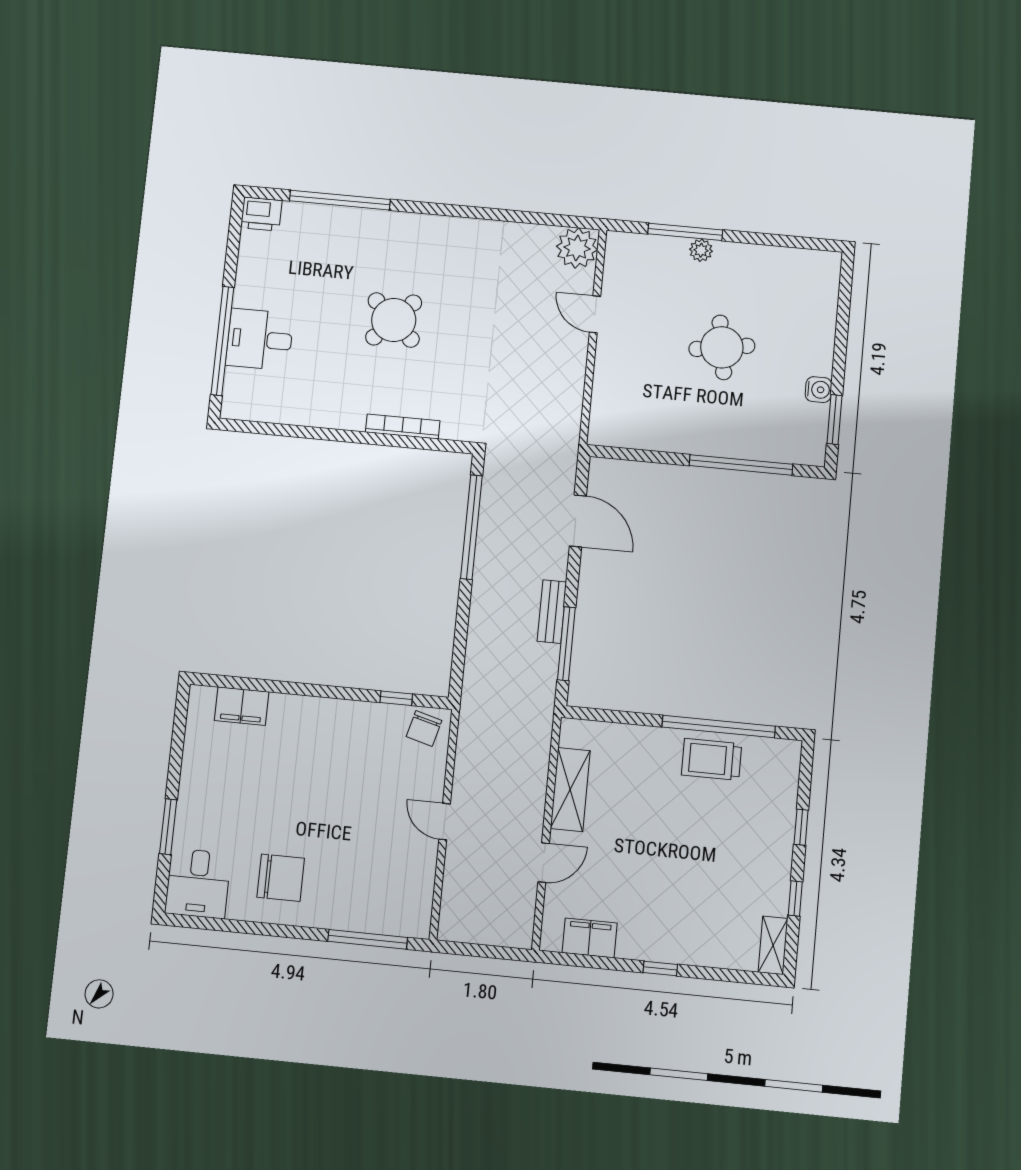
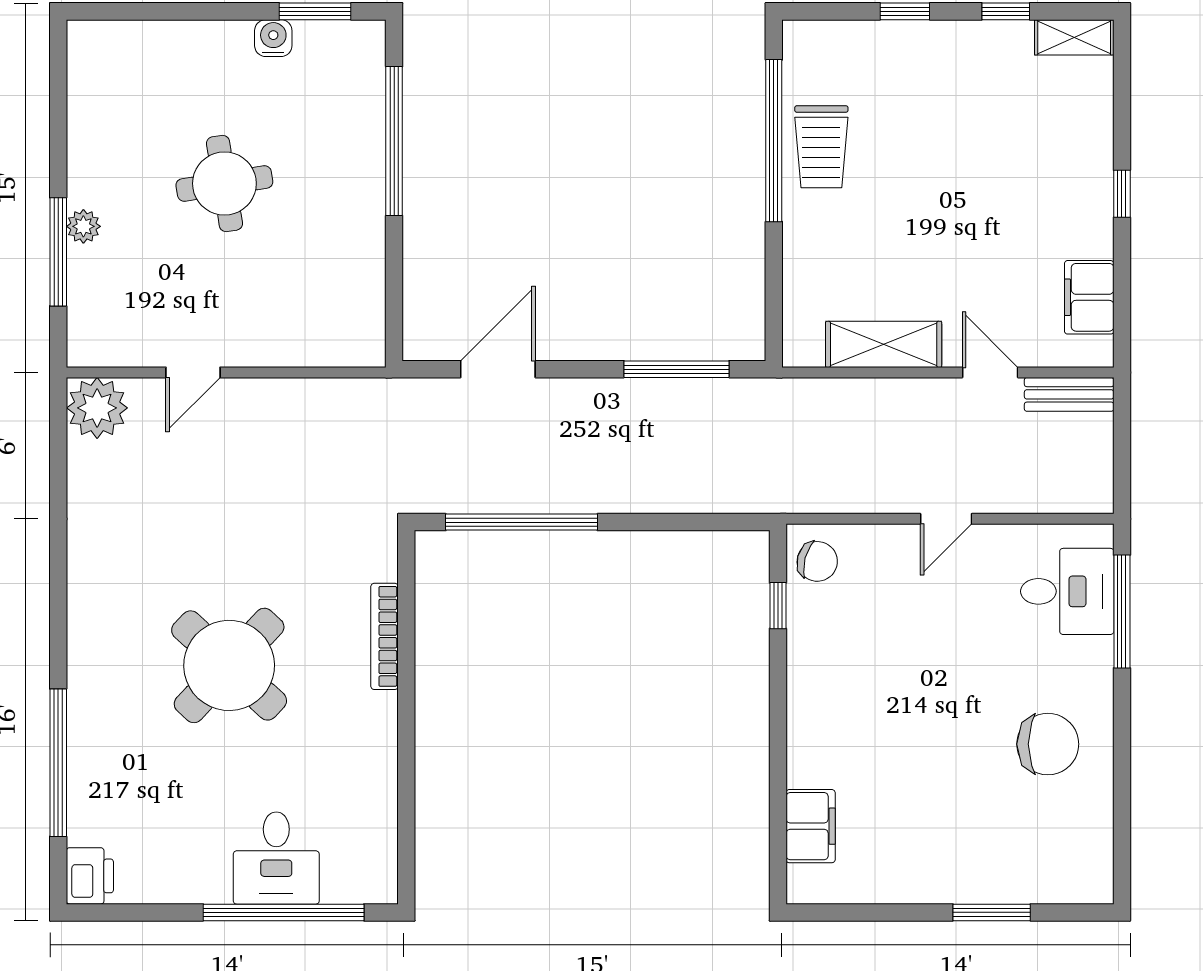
round table: (394, 320) -> (229, 665), width x1.36, depth x1.36
bench: (552, 612) -> (1069, 394), moved
chair: (281, 878) -> (1048, 744), turned 90
desk: (198, 883) -> (1067, 591), moved

